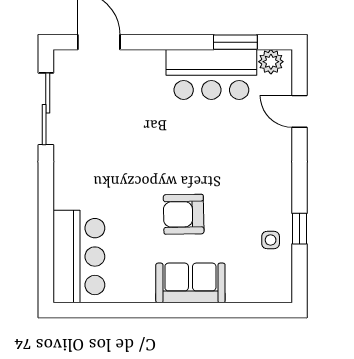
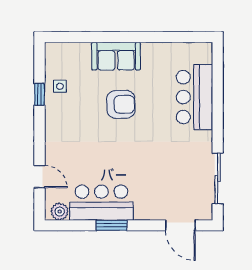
window: (235, 42) -> (112, 225), moved
bar counter: (79, 257) -> (194, 97), moved

